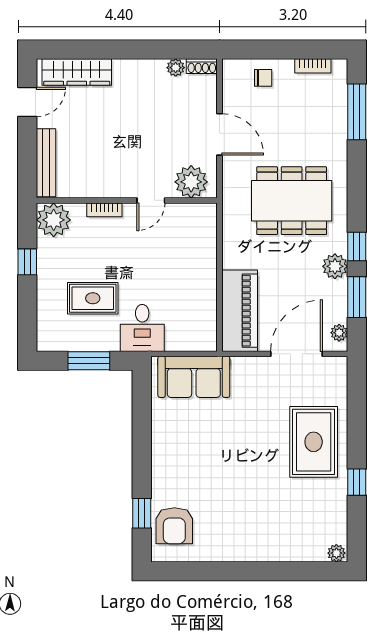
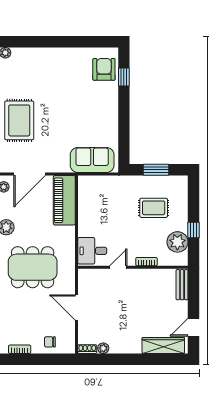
bench: (46, 163) -> (182, 285), width x0.73
plant: (191, 182) -> (94, 279), removed
plant: (54, 220) -> (177, 242), moved
desk: (142, 328) -> (92, 251), moved, turned -90

